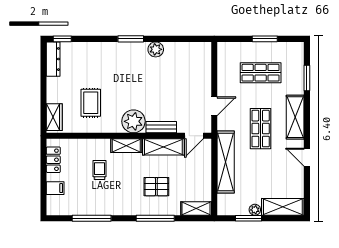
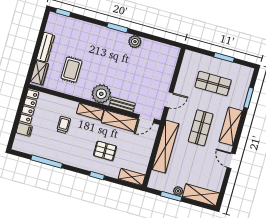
dresser: (53, 59) -> (46, 47), moved
locker: (53, 160) -> (29, 107), width x1.53
window: (155, 218) -> (97, 176), width x0.46

